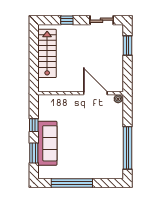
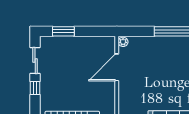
window: (67, 20) -> (35, 88), moved

